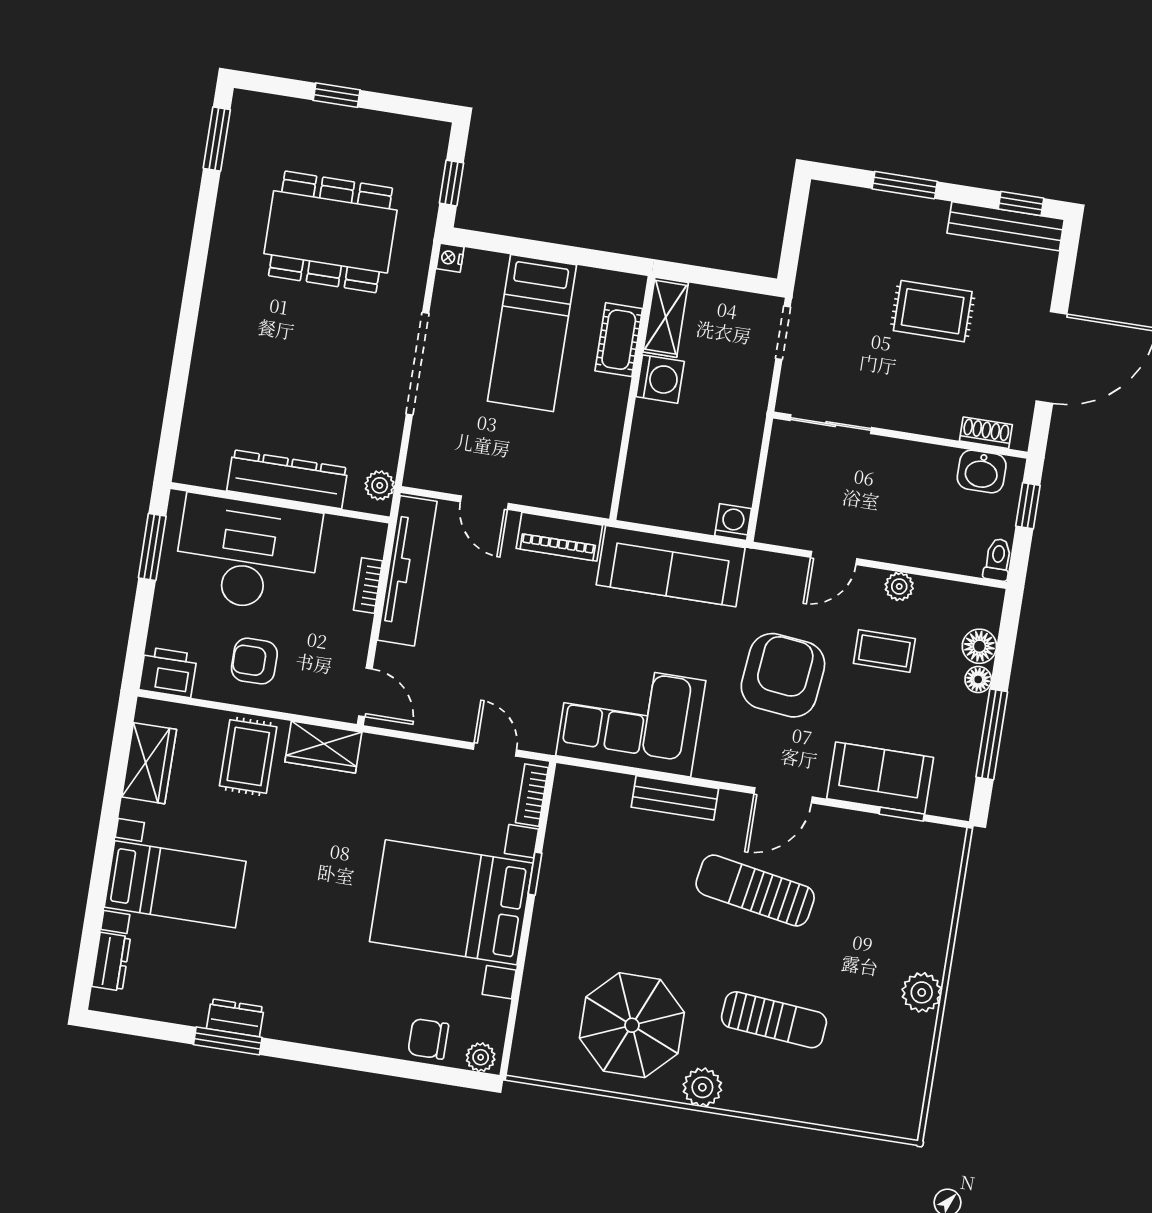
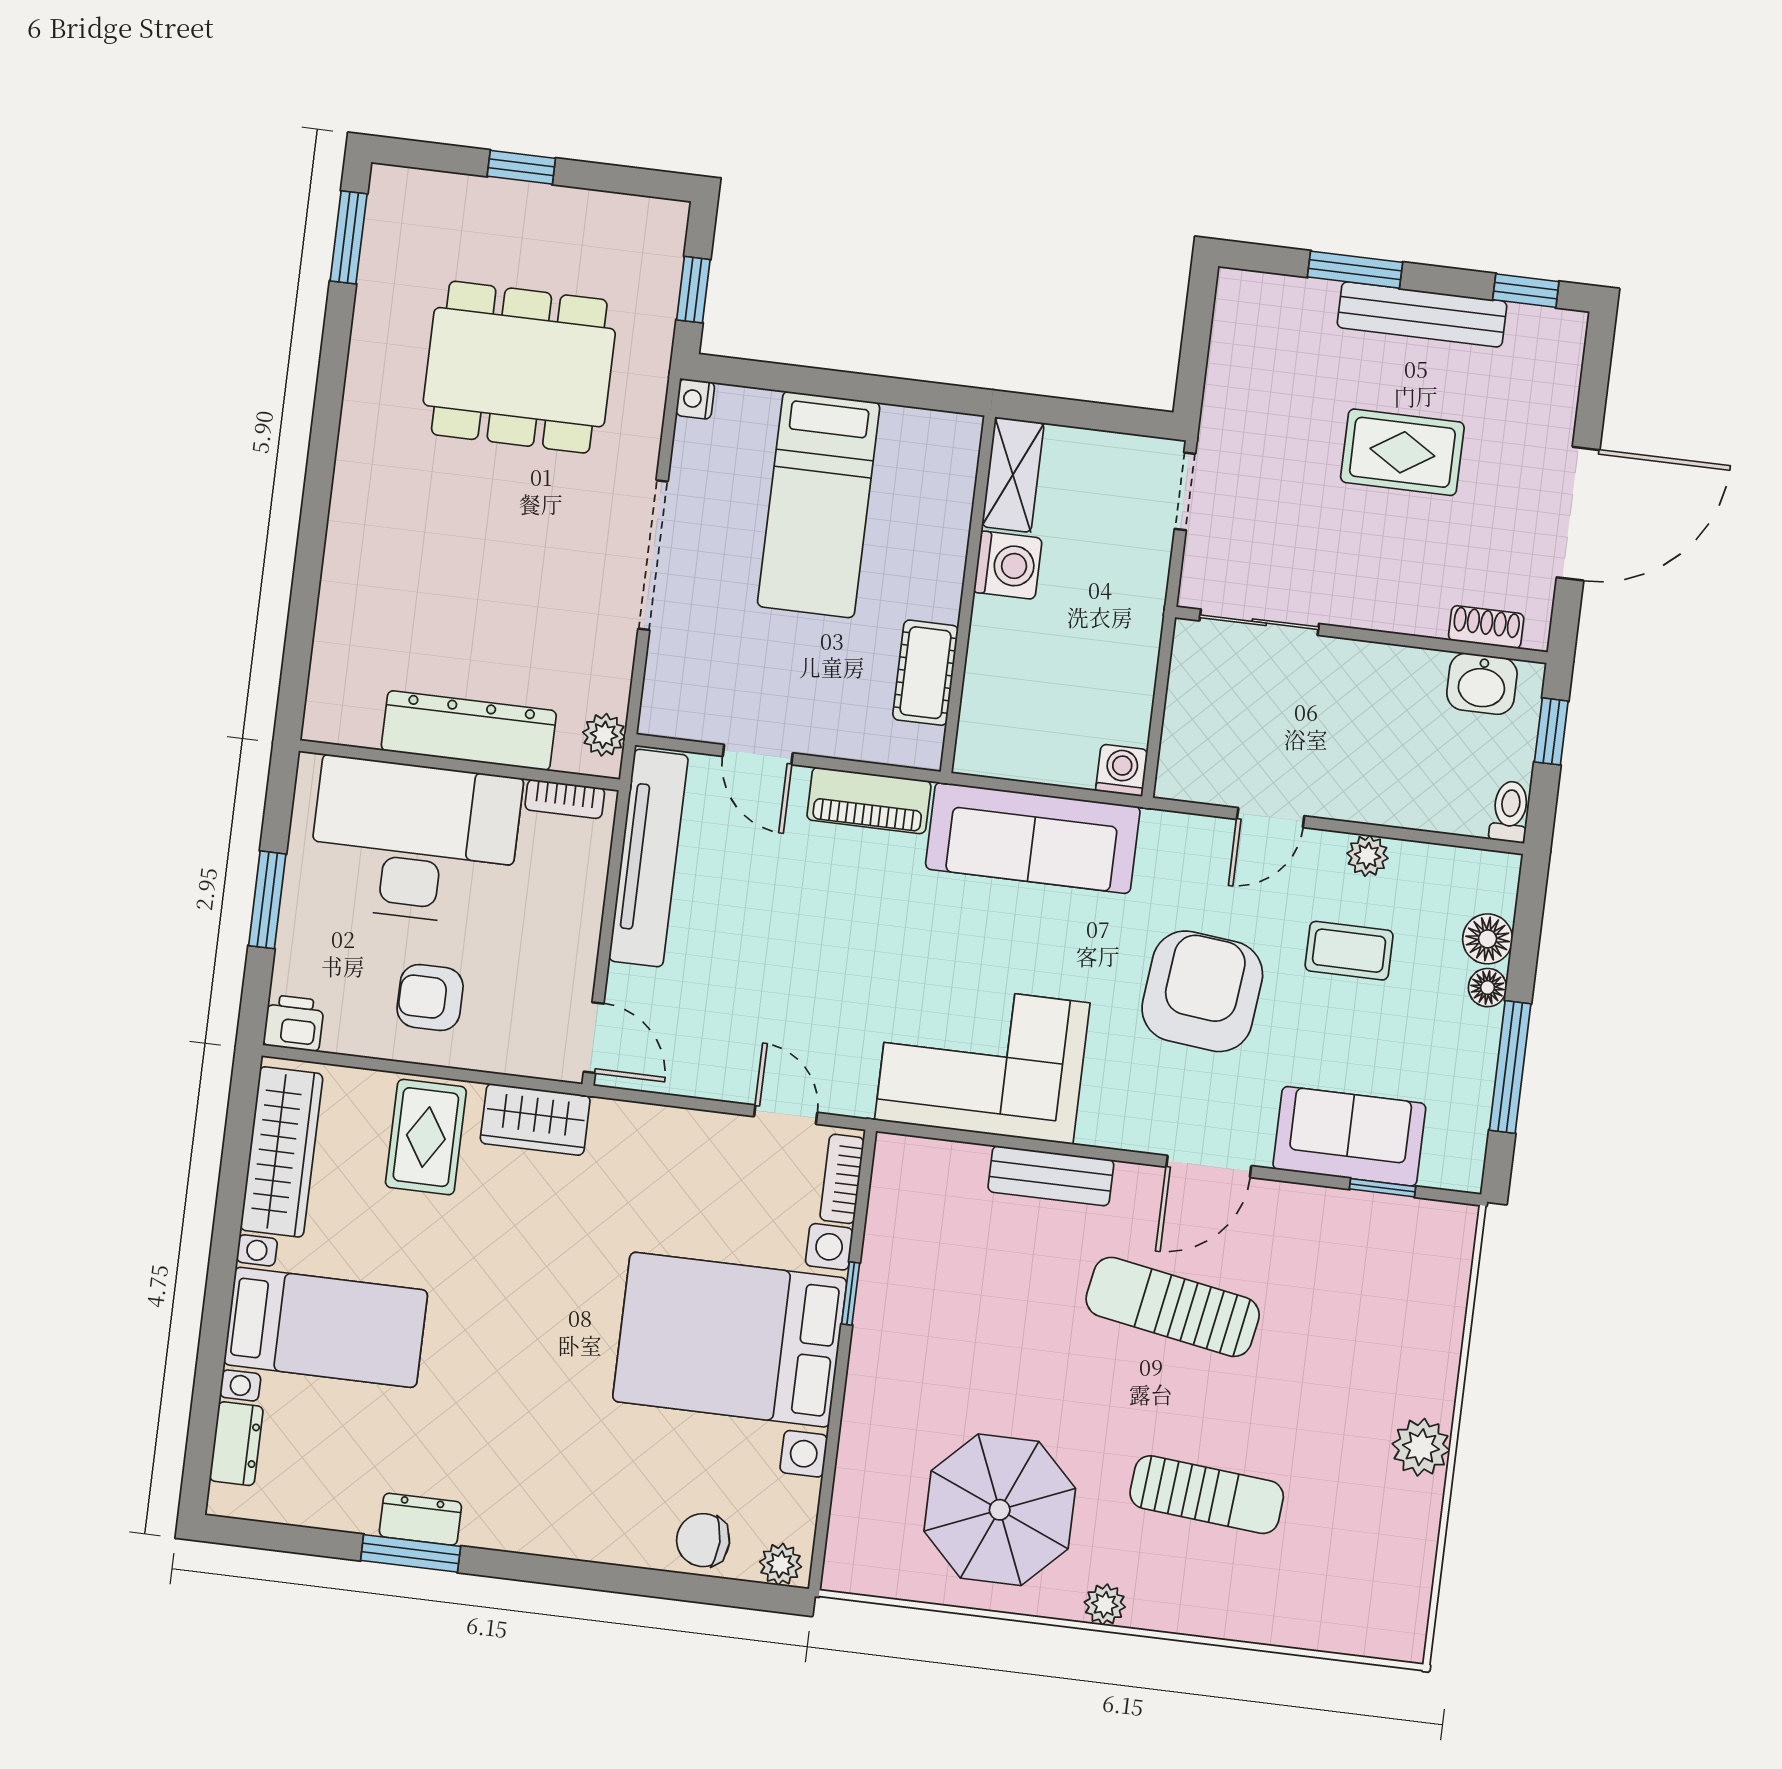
bench: (1006, 226) -> (1422, 314), moved
cot: (619, 340) -> (925, 673), moved
window: (152, 547) -> (267, 900), moved
bookcase: (368, 585) -> (565, 799), moved, turned -90
printer: (168, 672) -> (294, 1023), width x0.73, depth x0.81
wardrobe: (149, 763) -> (282, 1152), width x1.50
plant: (702, 1087) -> (1105, 1605), width x0.73, depth x0.73

